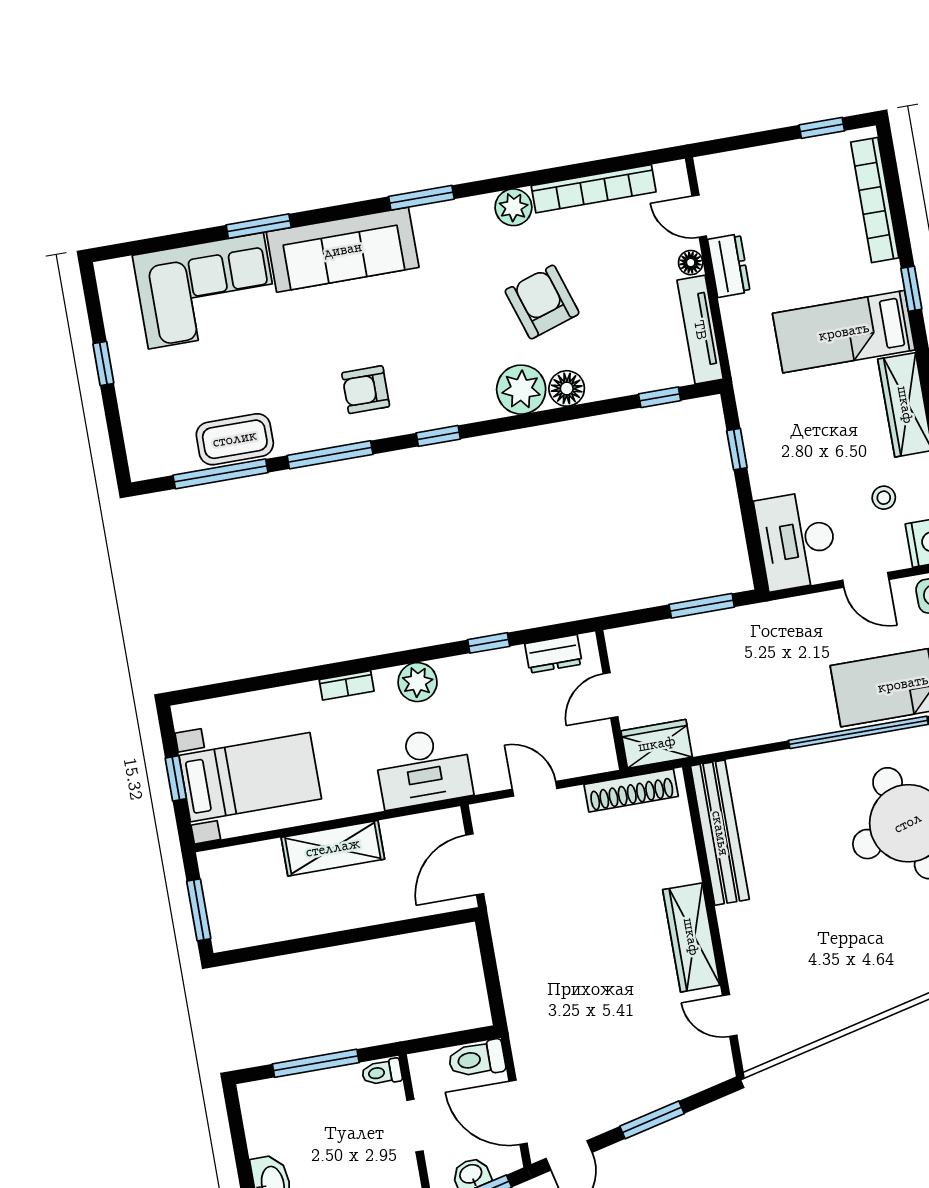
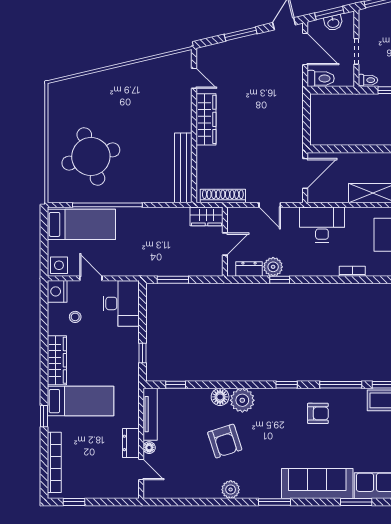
bookcase: (594, 189) -> (190, 492), removed
plant: (418, 682) -> (273, 267), moved

